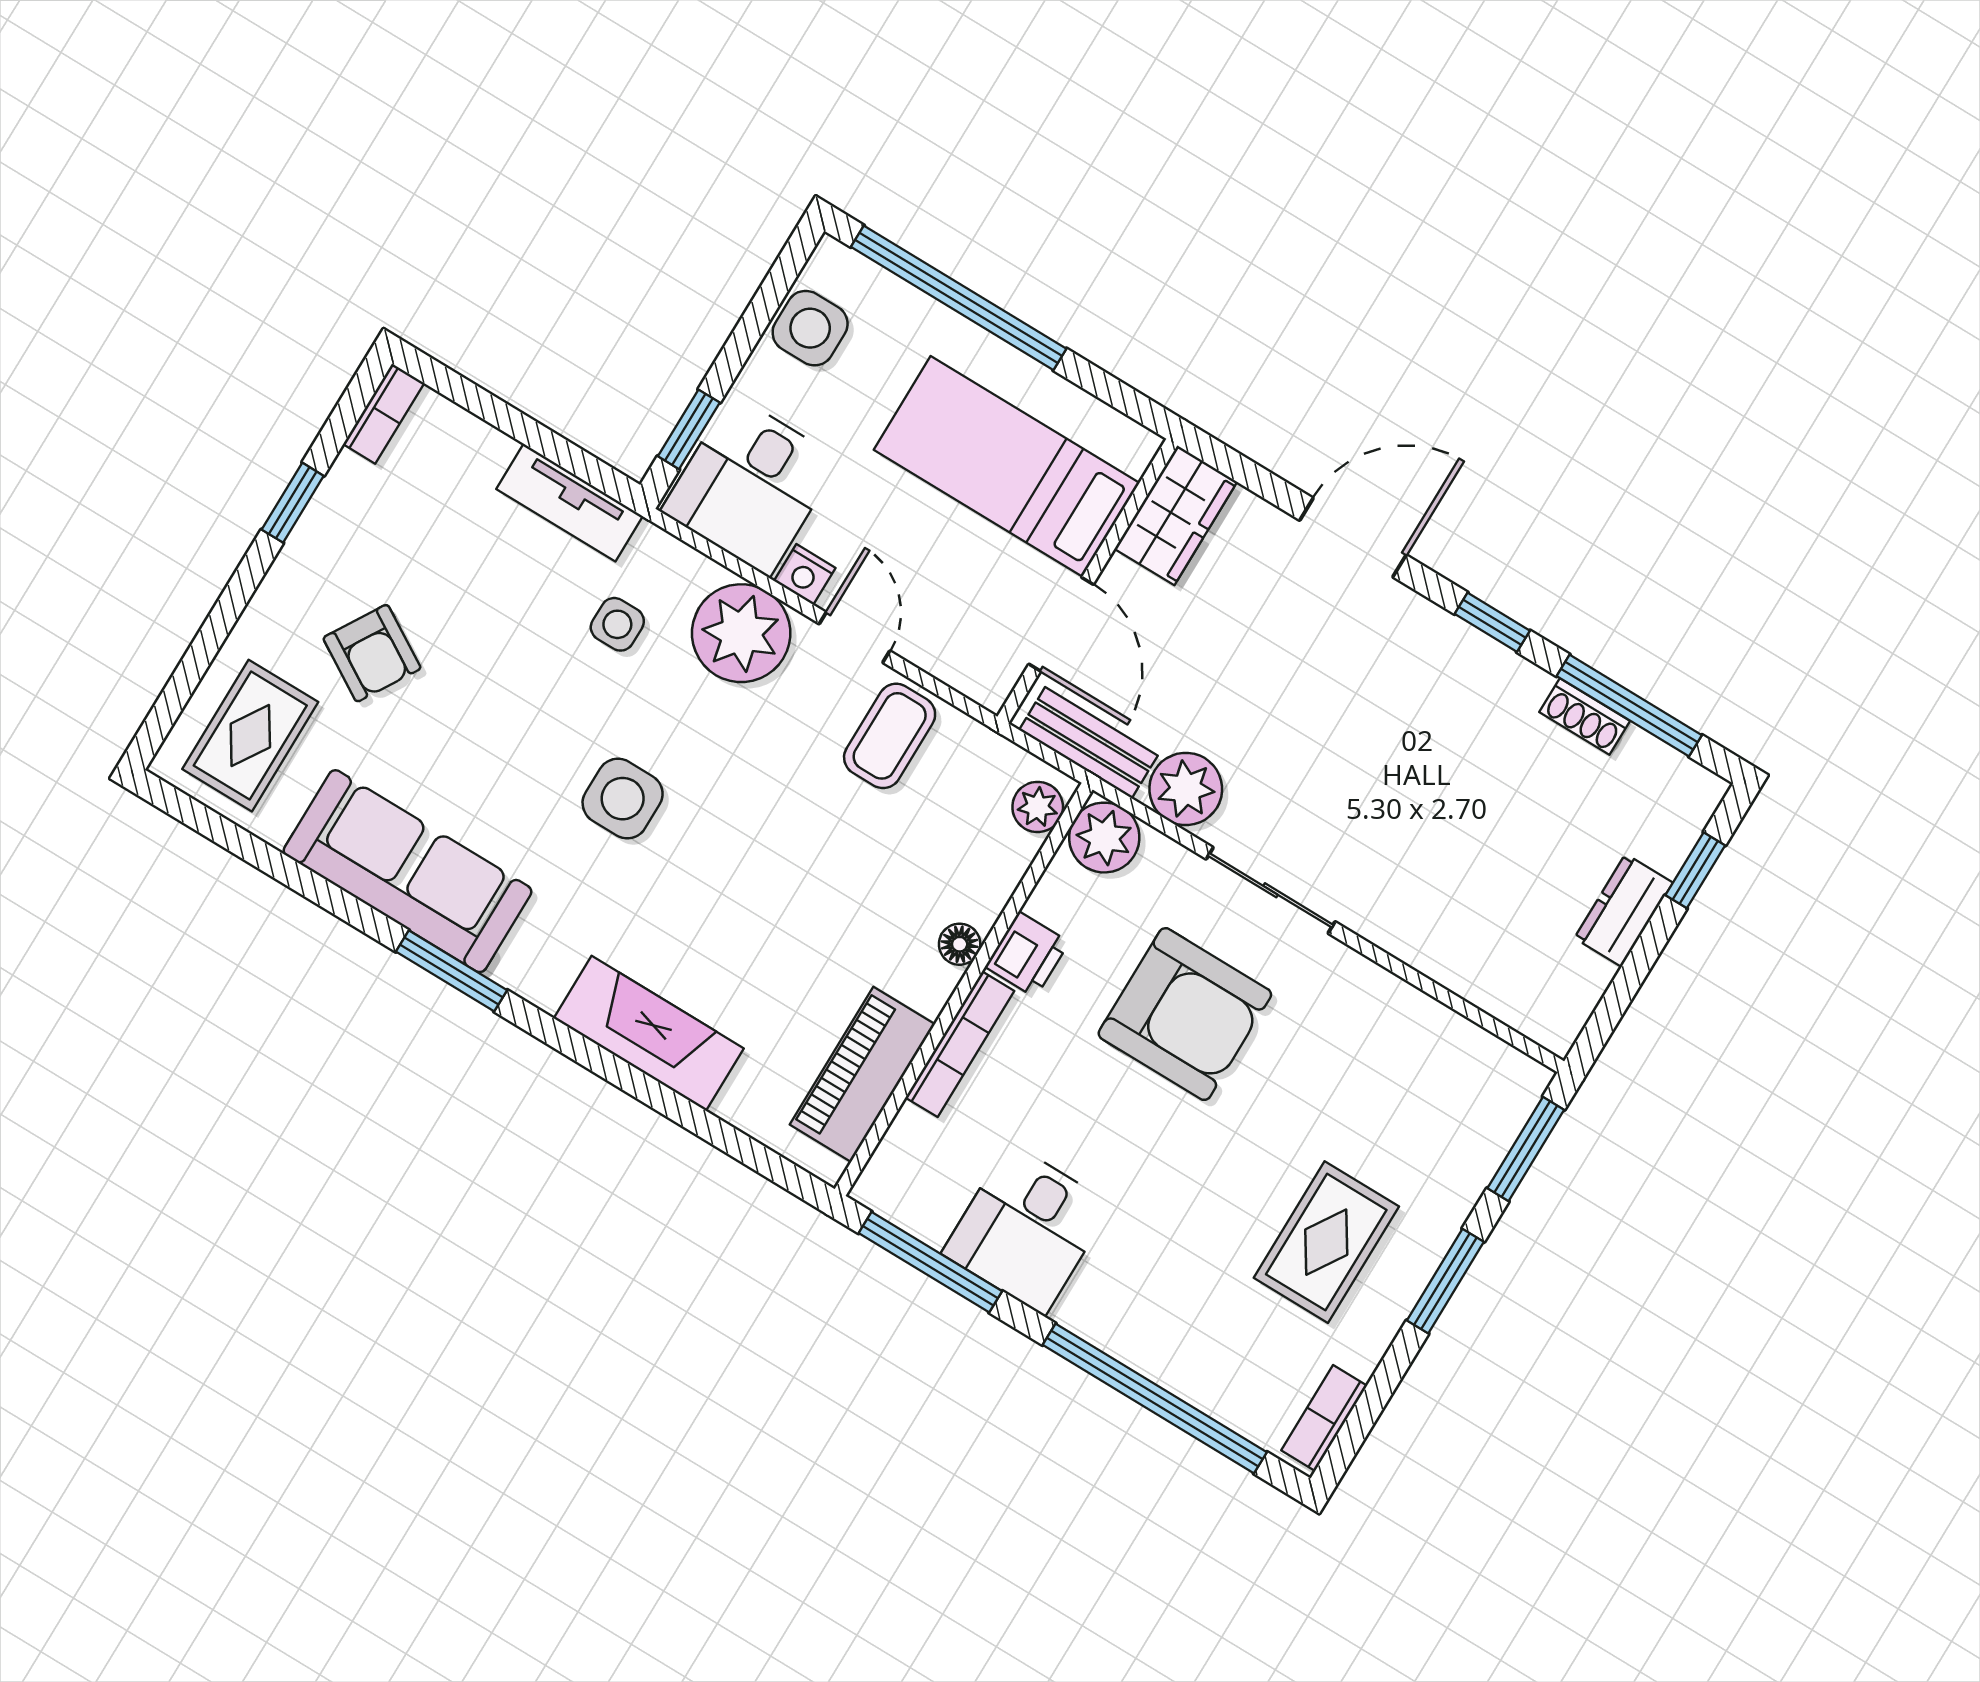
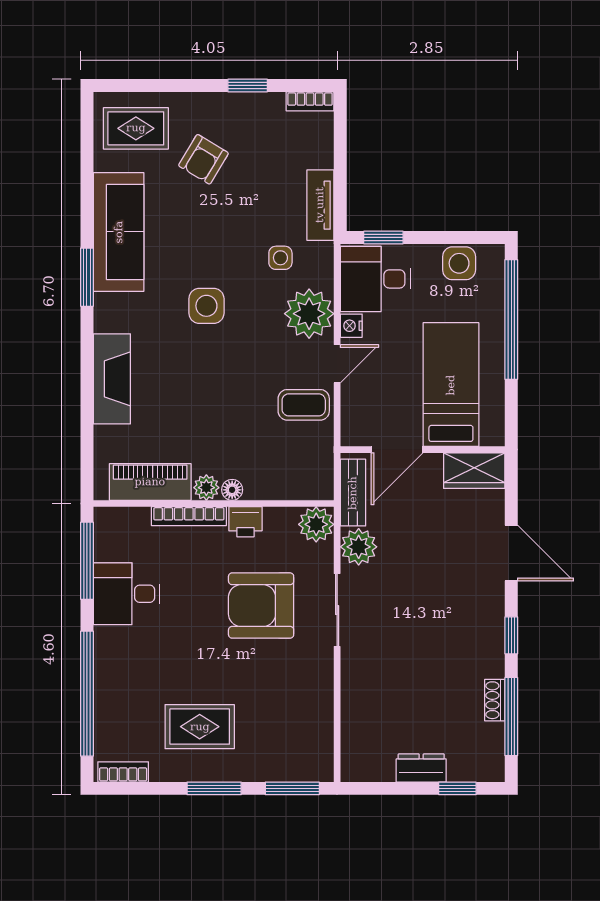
plant: (1038, 807) -> (206, 488), moved
armchair: (1185, 1014) -> (261, 606), turned 90

